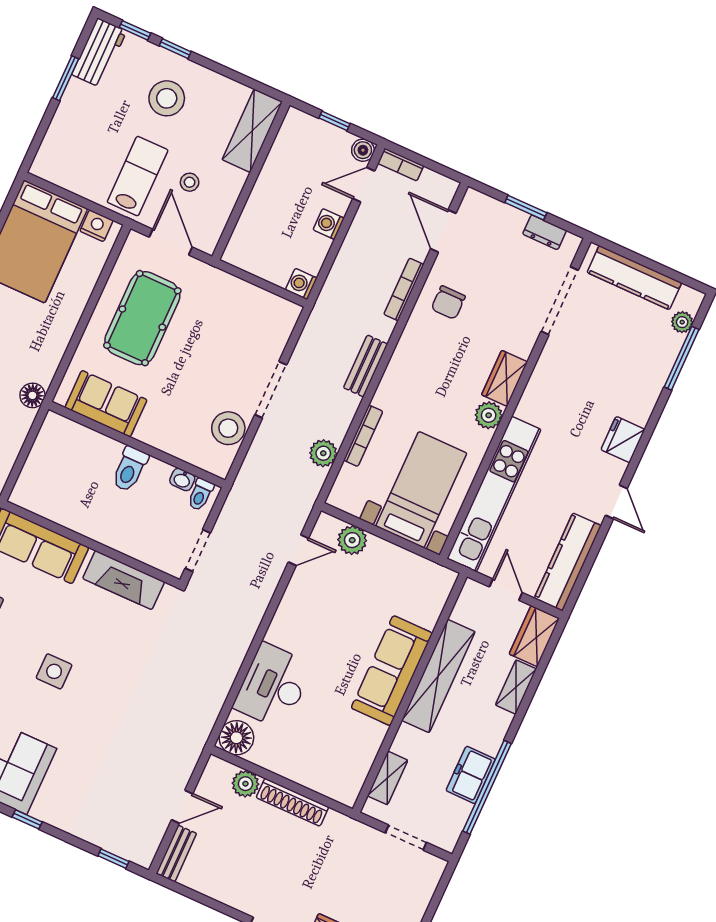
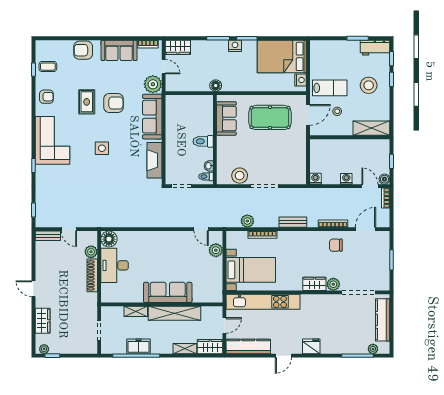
dresser: (545, 232) -> (385, 273), removed
plant: (489, 415) -> (333, 284), moved
desk: (273, 686) -> (115, 265), moved, turned -90
shelving: (388, 778) -> (136, 311), moved

